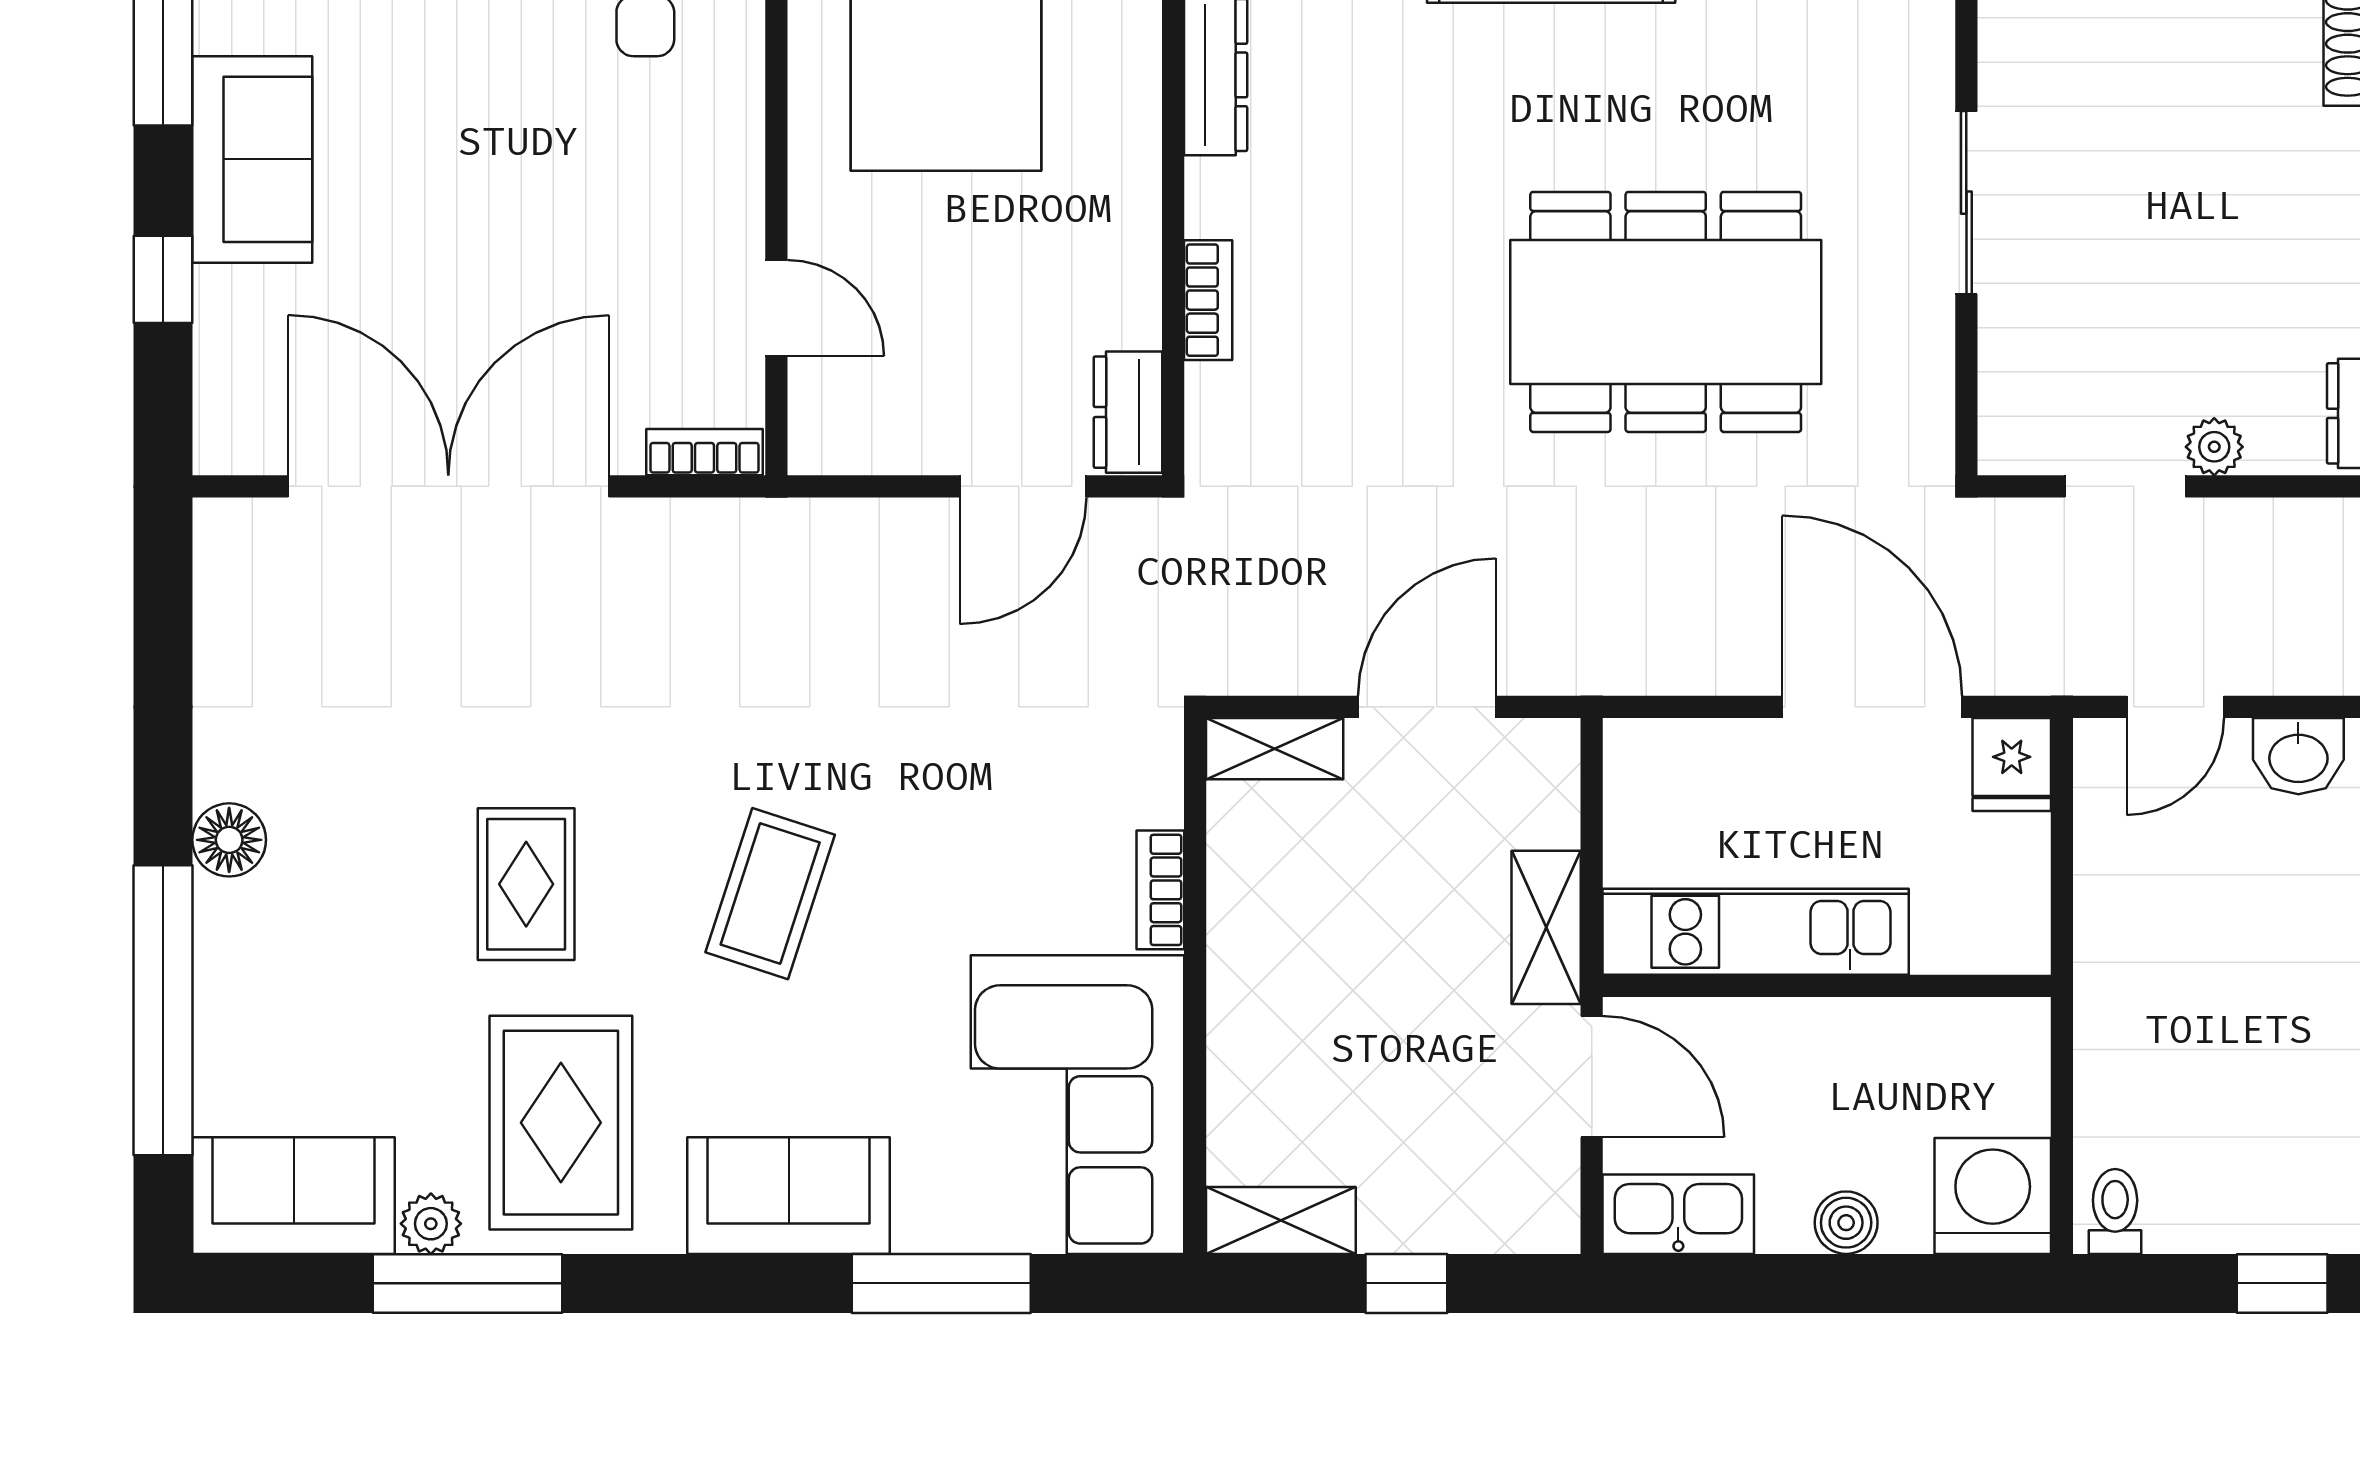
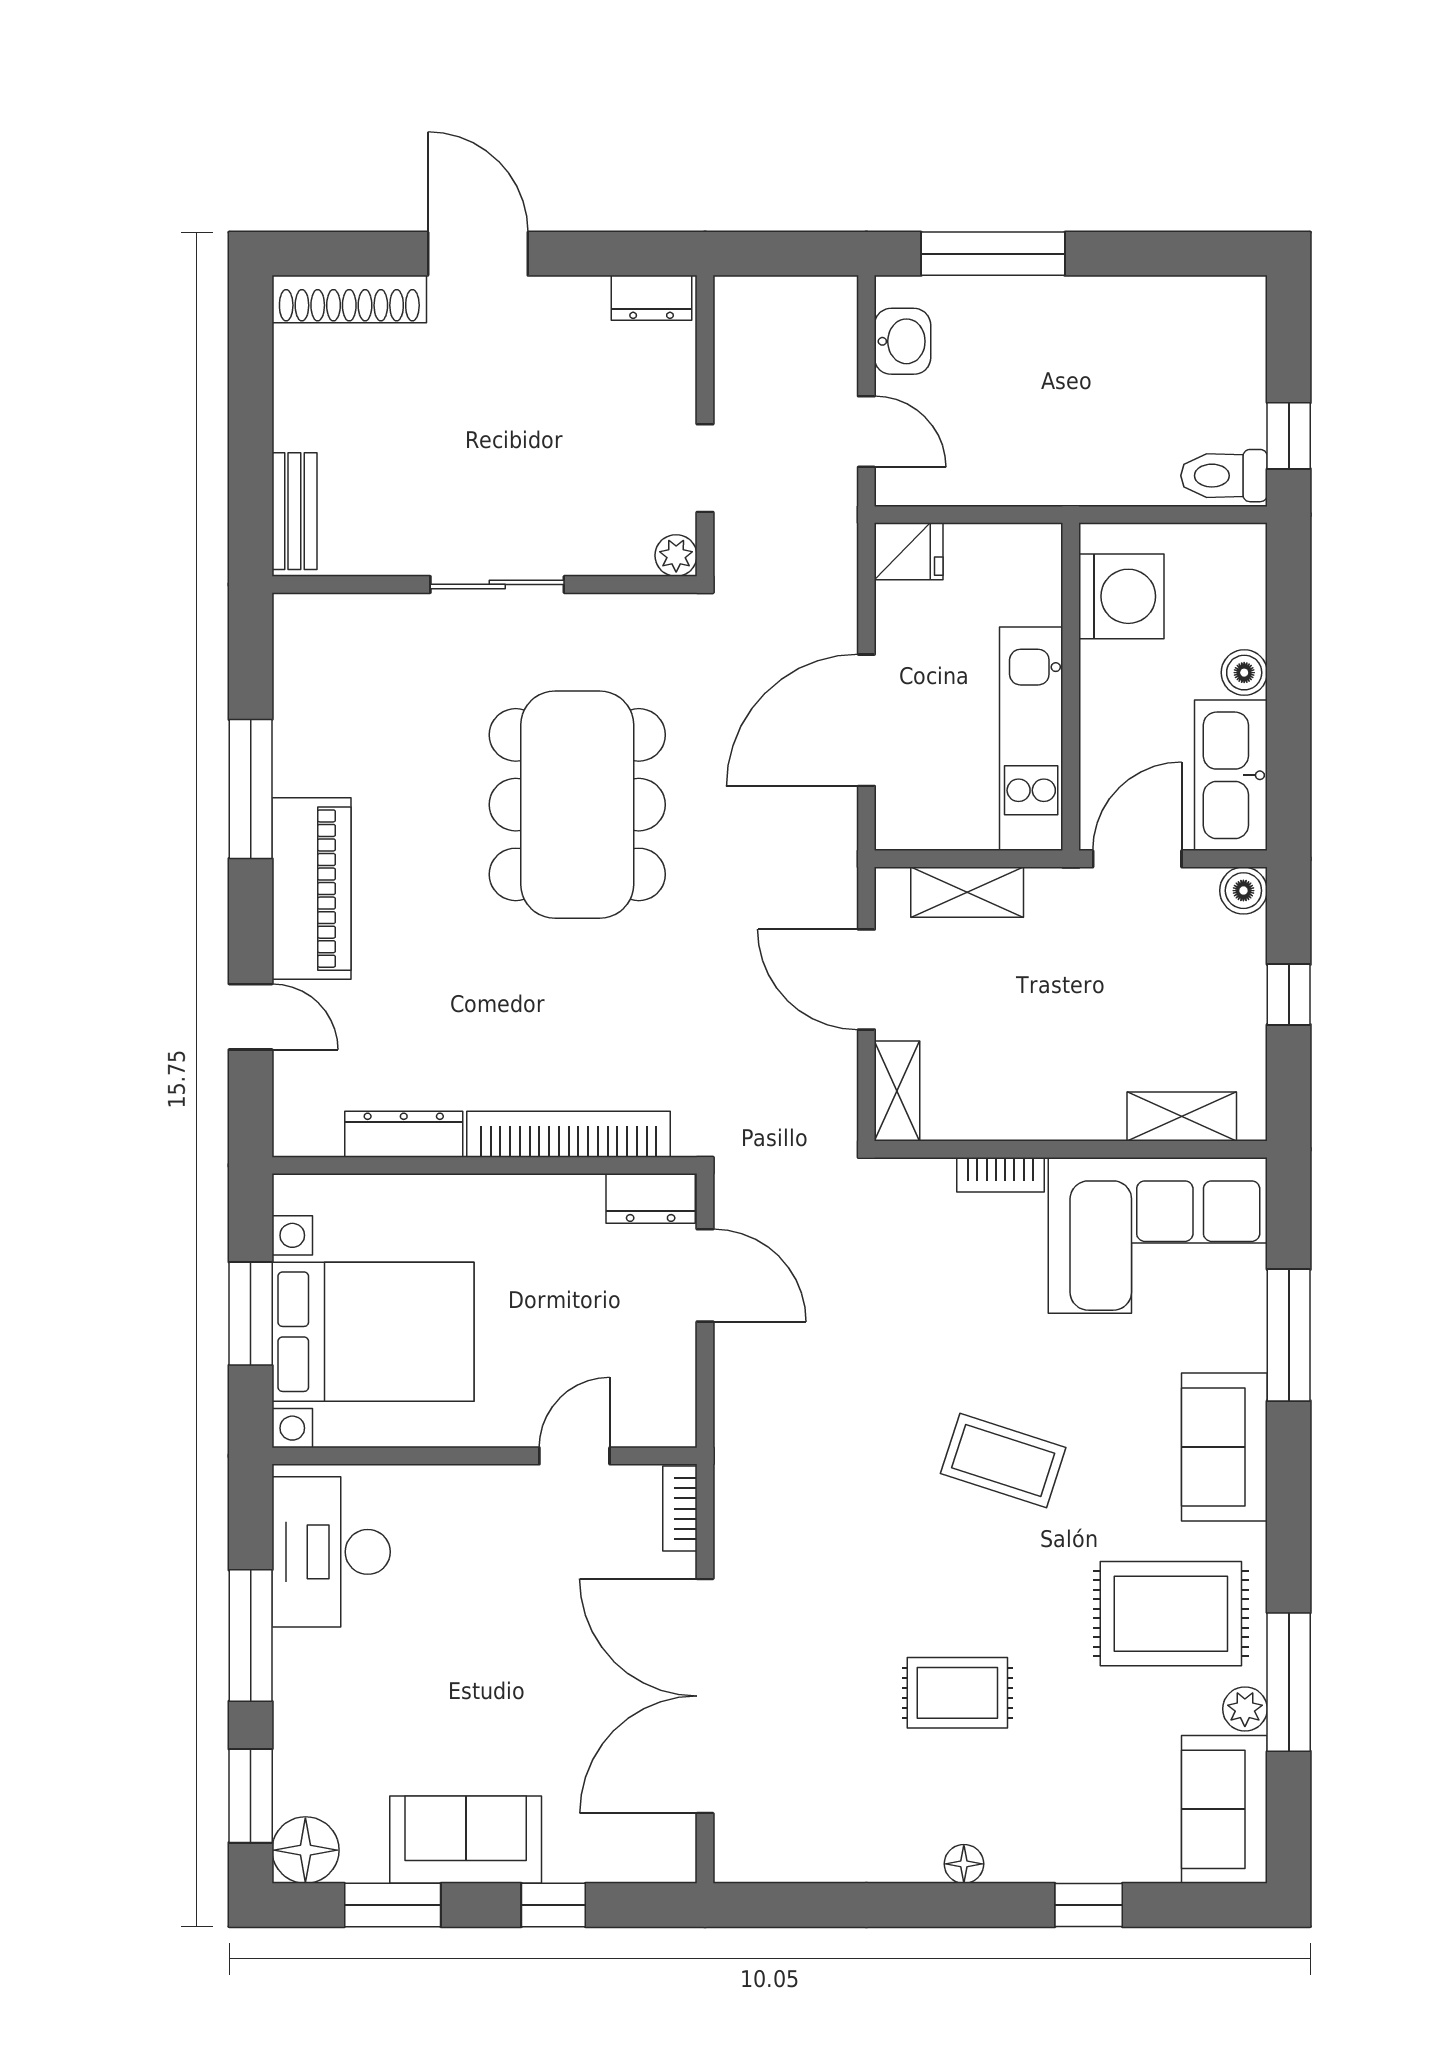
bookcase: (1208, 300) -> (569, 1134), width x2.31, depth x1.31
plant: (2214, 447) -> (676, 555), moved
door: (1872, 707) -> (866, 720), moved
floor lamp: (229, 840) -> (964, 1864), width x0.73, depth x0.73
rug: (526, 884) -> (957, 1693), moved
shelving: (1546, 927) -> (967, 892), moved
window: (163, 1010) -> (1089, 1905), width x0.32
washing machine: (1993, 1196) -> (1121, 596), moved, turned 180
toilet: (2115, 1211) -> (1224, 476), width x1.37, depth x1.39
kitchen sink: (1678, 1214) -> (1231, 775), width x1.36, depth x1.24
shelving: (1281, 1220) -> (1182, 1117), moved, turned 90
boiler: (1548, 1222) -> (1243, 891), added
window: (2282, 1283) -> (1289, 436), moved

